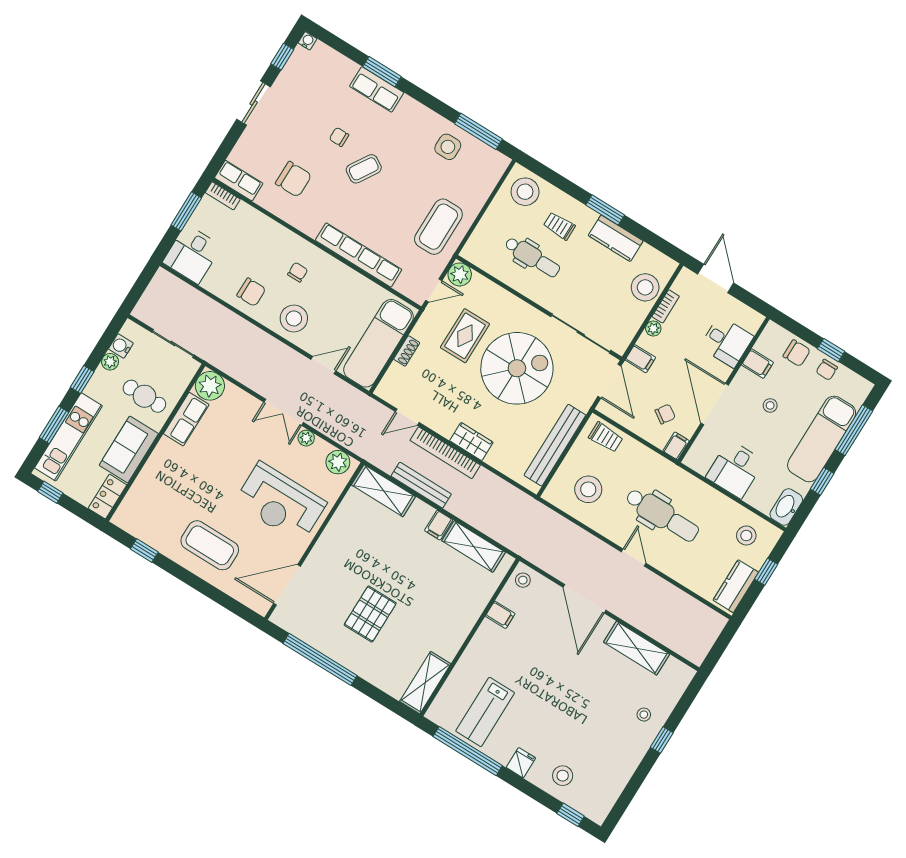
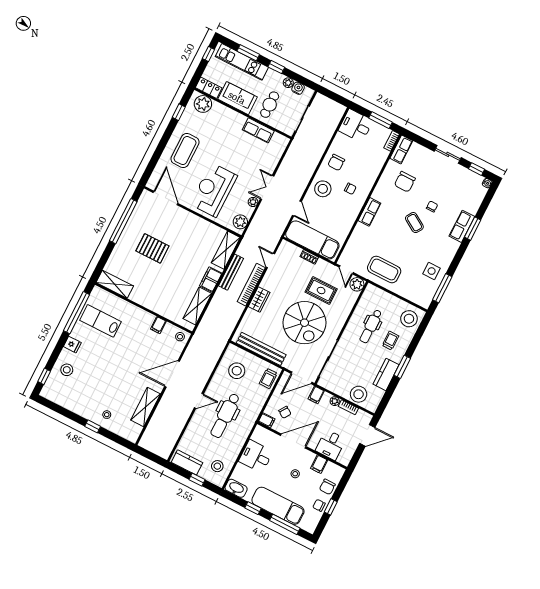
row of seats: (359, 255) -> (369, 212), width x0.50
plant: (210, 386) -> (203, 104), moved
filing cabinet: (439, 525) -> (211, 279), width x2.00

